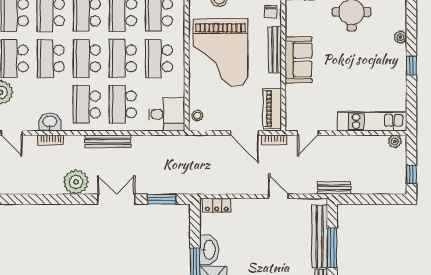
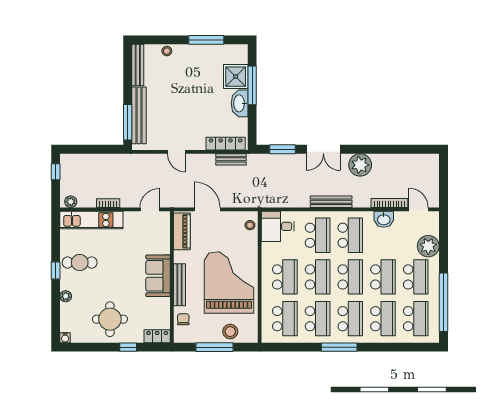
cafe table: (385, 74) -> (80, 263), added
bookcase: (51, 140) -> (389, 203), width x1.56
bookcase: (274, 140) -> (108, 203), moved
bench: (334, 188) -> (231, 159), moved
locker: (217, 205) -> (226, 144), width x1.53
window: (332, 248) -> (128, 122), moved

